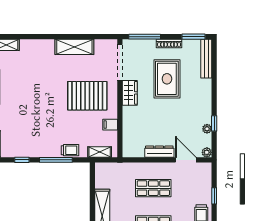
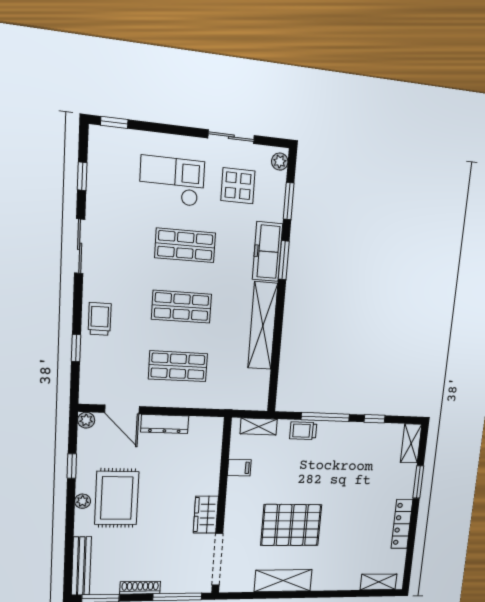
rug: (167, 79) -> (117, 498), moved
pallet: (87, 96) -> (291, 525), moved
plant: (207, 129) -> (83, 501), moved

